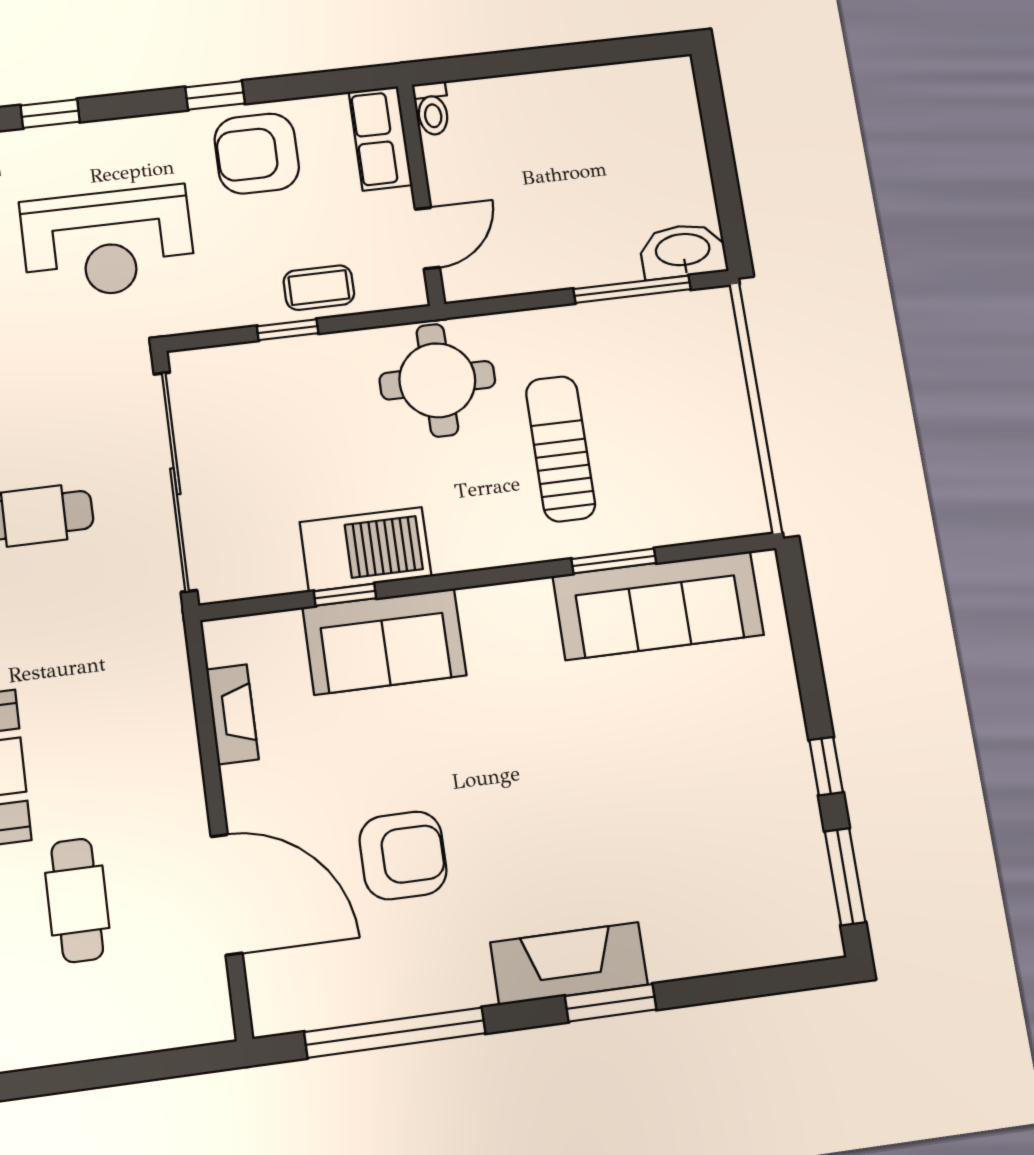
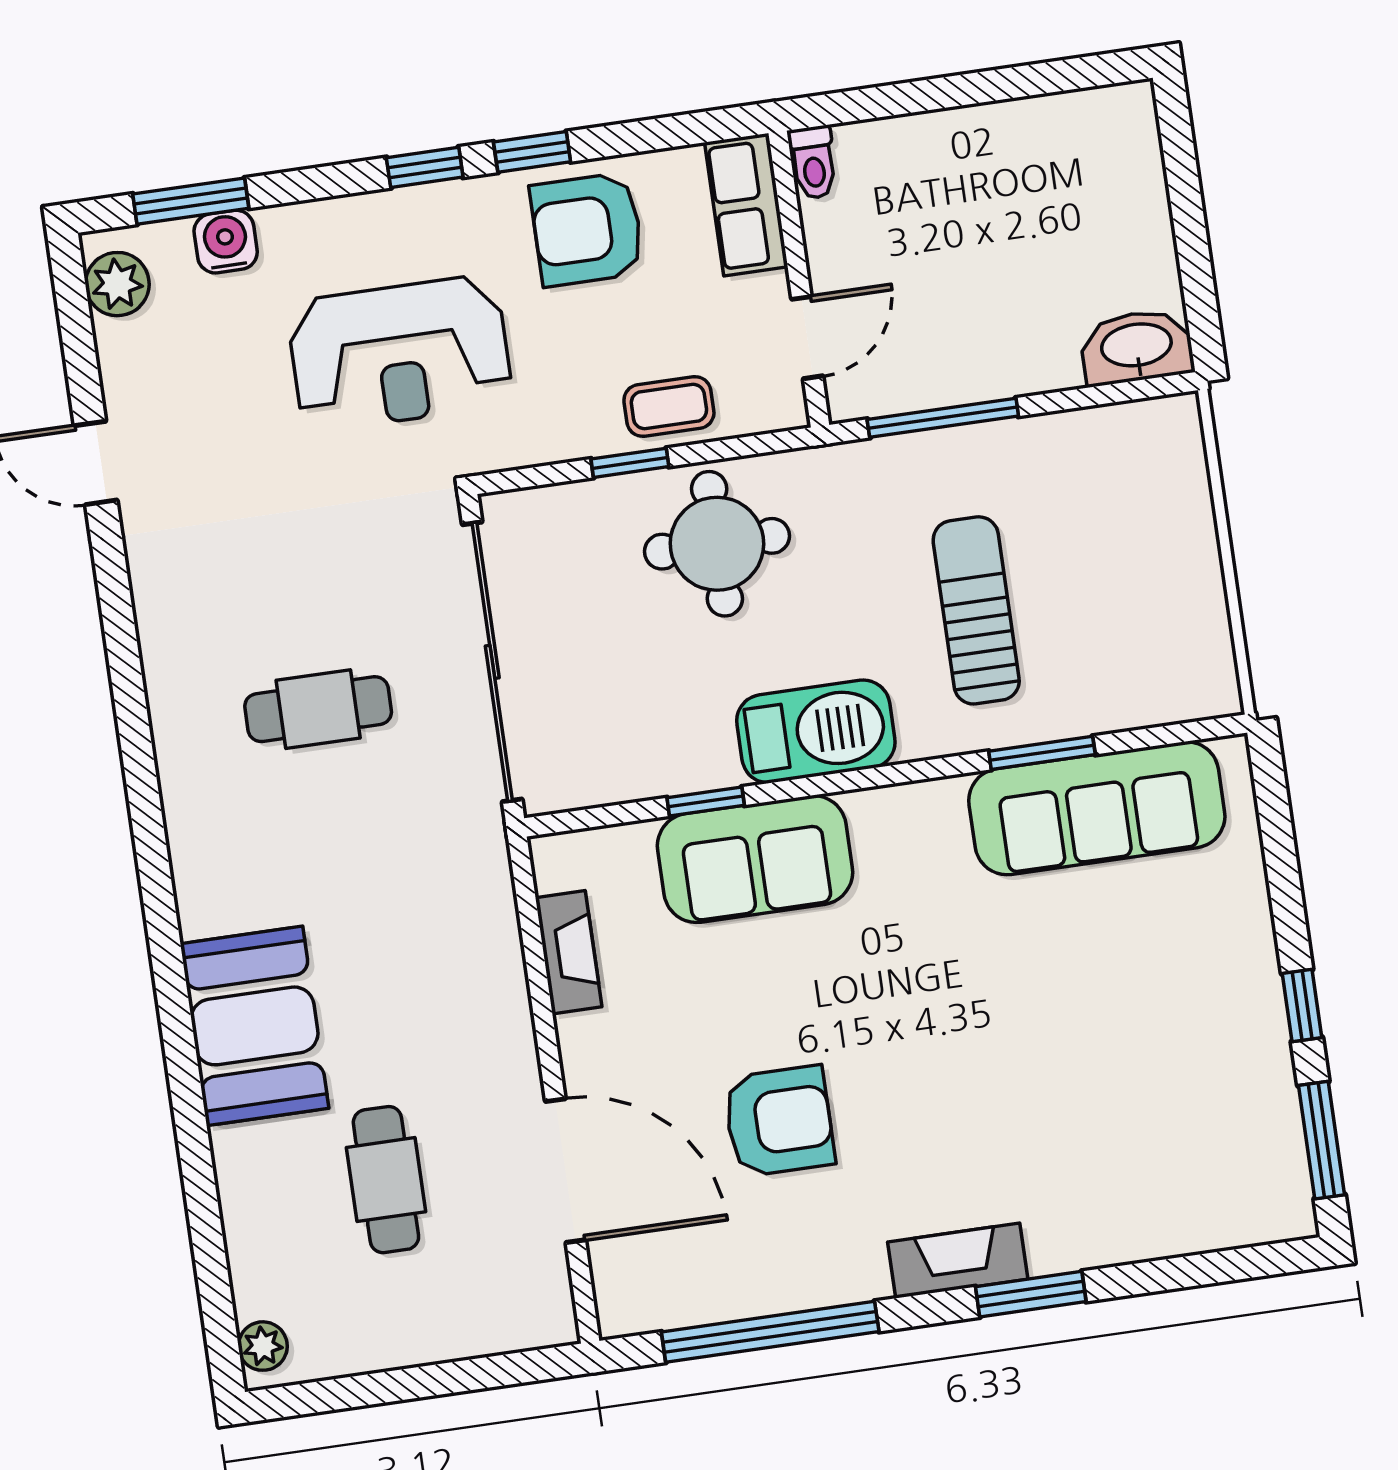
window: (50, 114) -> (425, 167), moved
window: (632, 289) -> (943, 418), moved
round table: (437, 380) -> (717, 544), moved
barbecue: (365, 549) -> (816, 731), moved
fireplace: (569, 963) -> (958, 1261), width x0.73, depth x0.76

